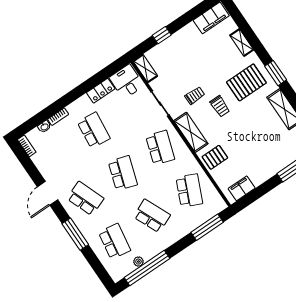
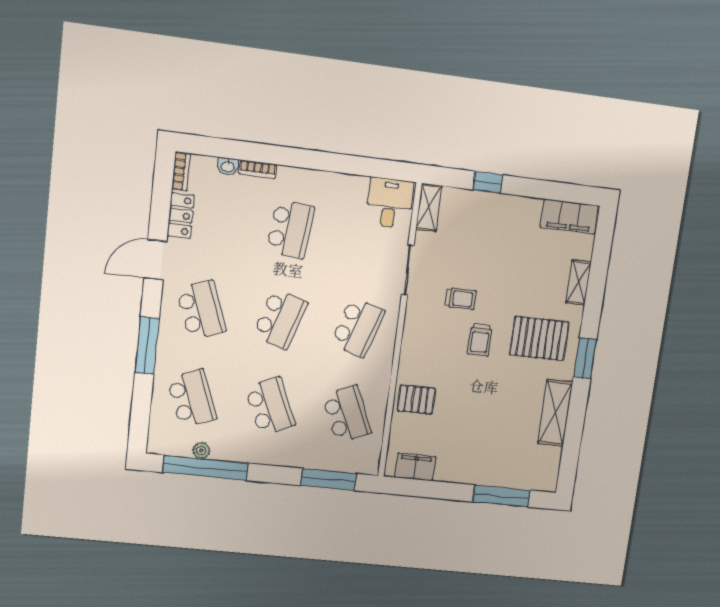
locker: (101, 91) -> (181, 216), moved, turned -90
shelving: (191, 132) -> (414, 341), removed
school desk: (189, 190) -> (347, 414), turned -48
school desk: (114, 241) -> (192, 398), turned -30

